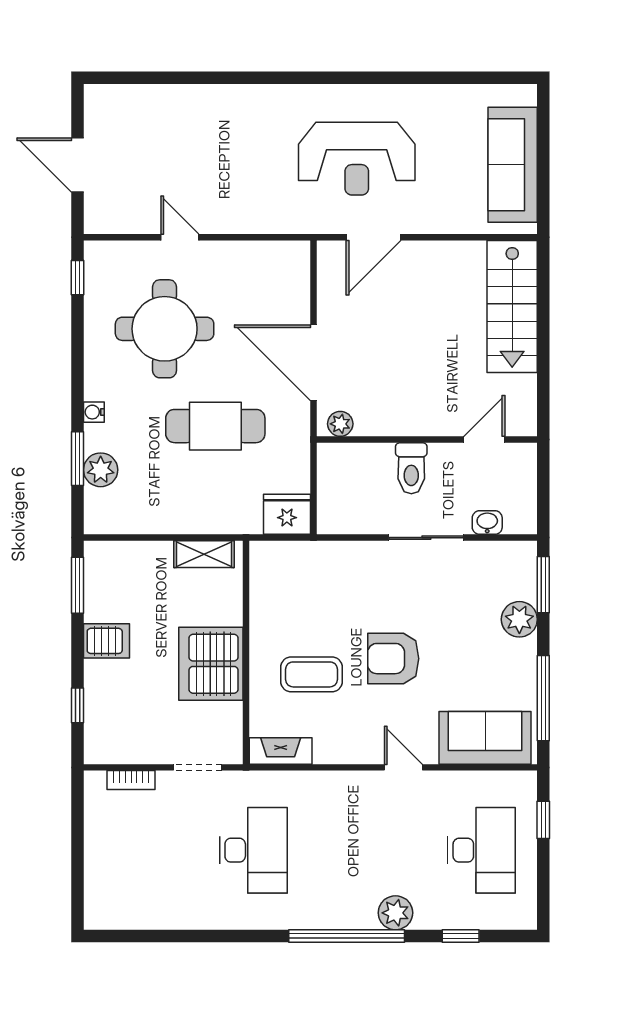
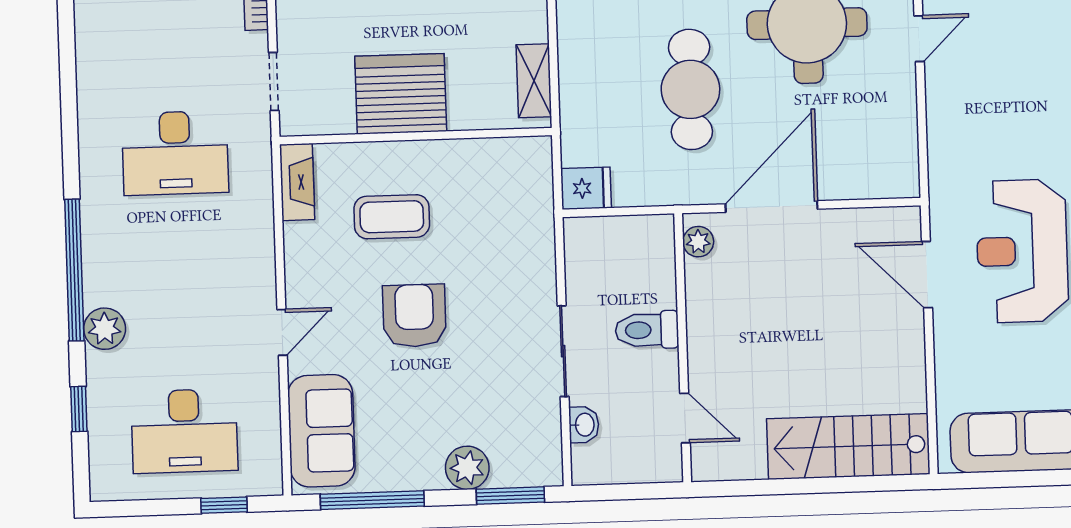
fridge: (287, 514) -> (586, 188), width x0.72
coffee table: (312, 674) -> (392, 217), turned 90

